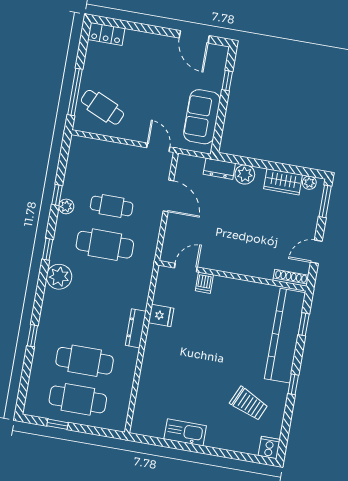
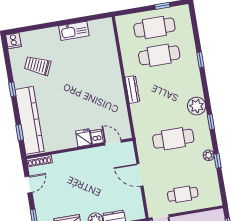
door: (168, 196) -> (140, 175), moved
cafe table: (112, 206) -> (183, 194), moved
door: (186, 268) -> (113, 143), swing flipped
fridge: (161, 315) -> (84, 138), moved, turned 90

